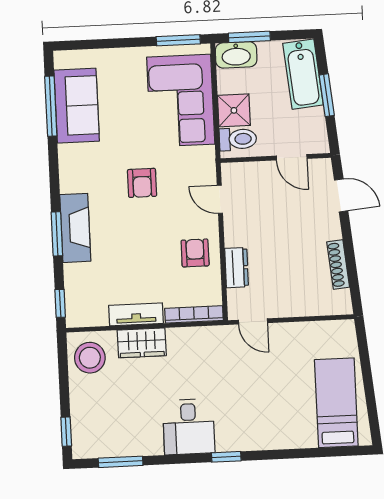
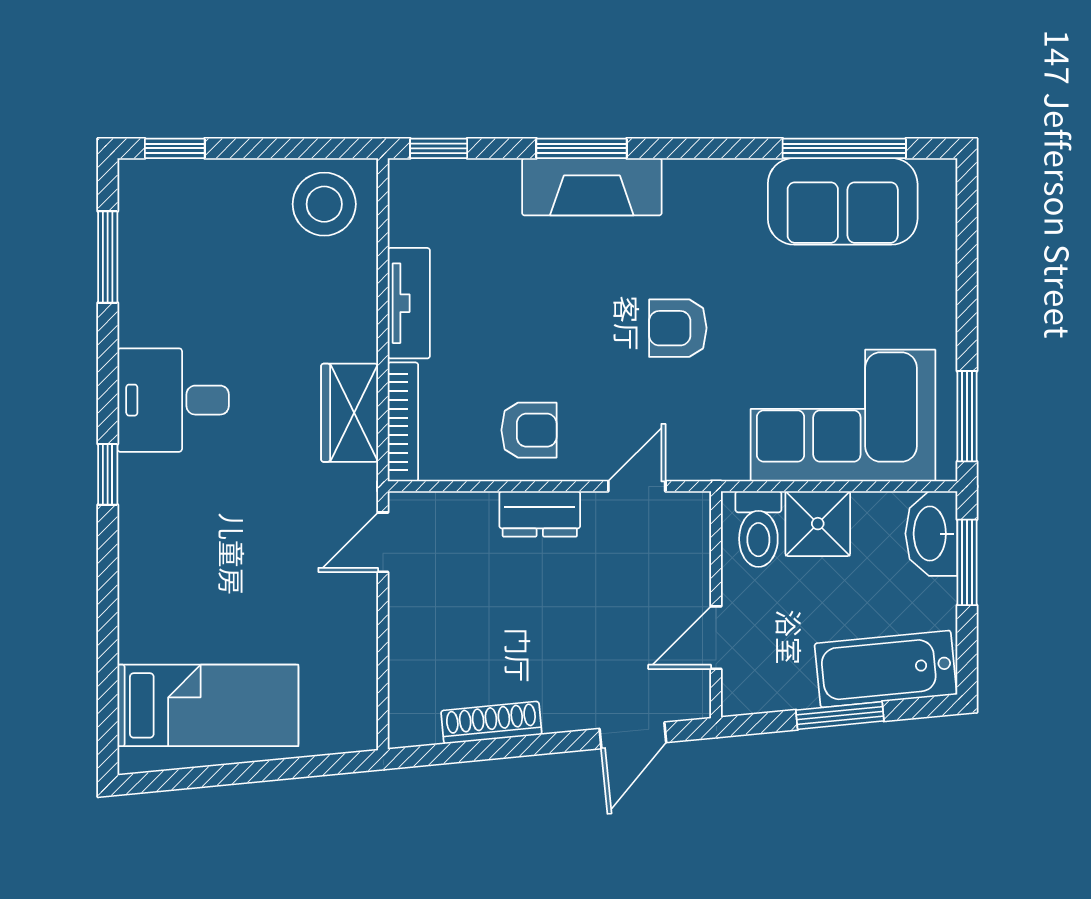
dresser: (237, 268) -> (540, 514), moved
wardrobe: (142, 343) -> (350, 413), moved

